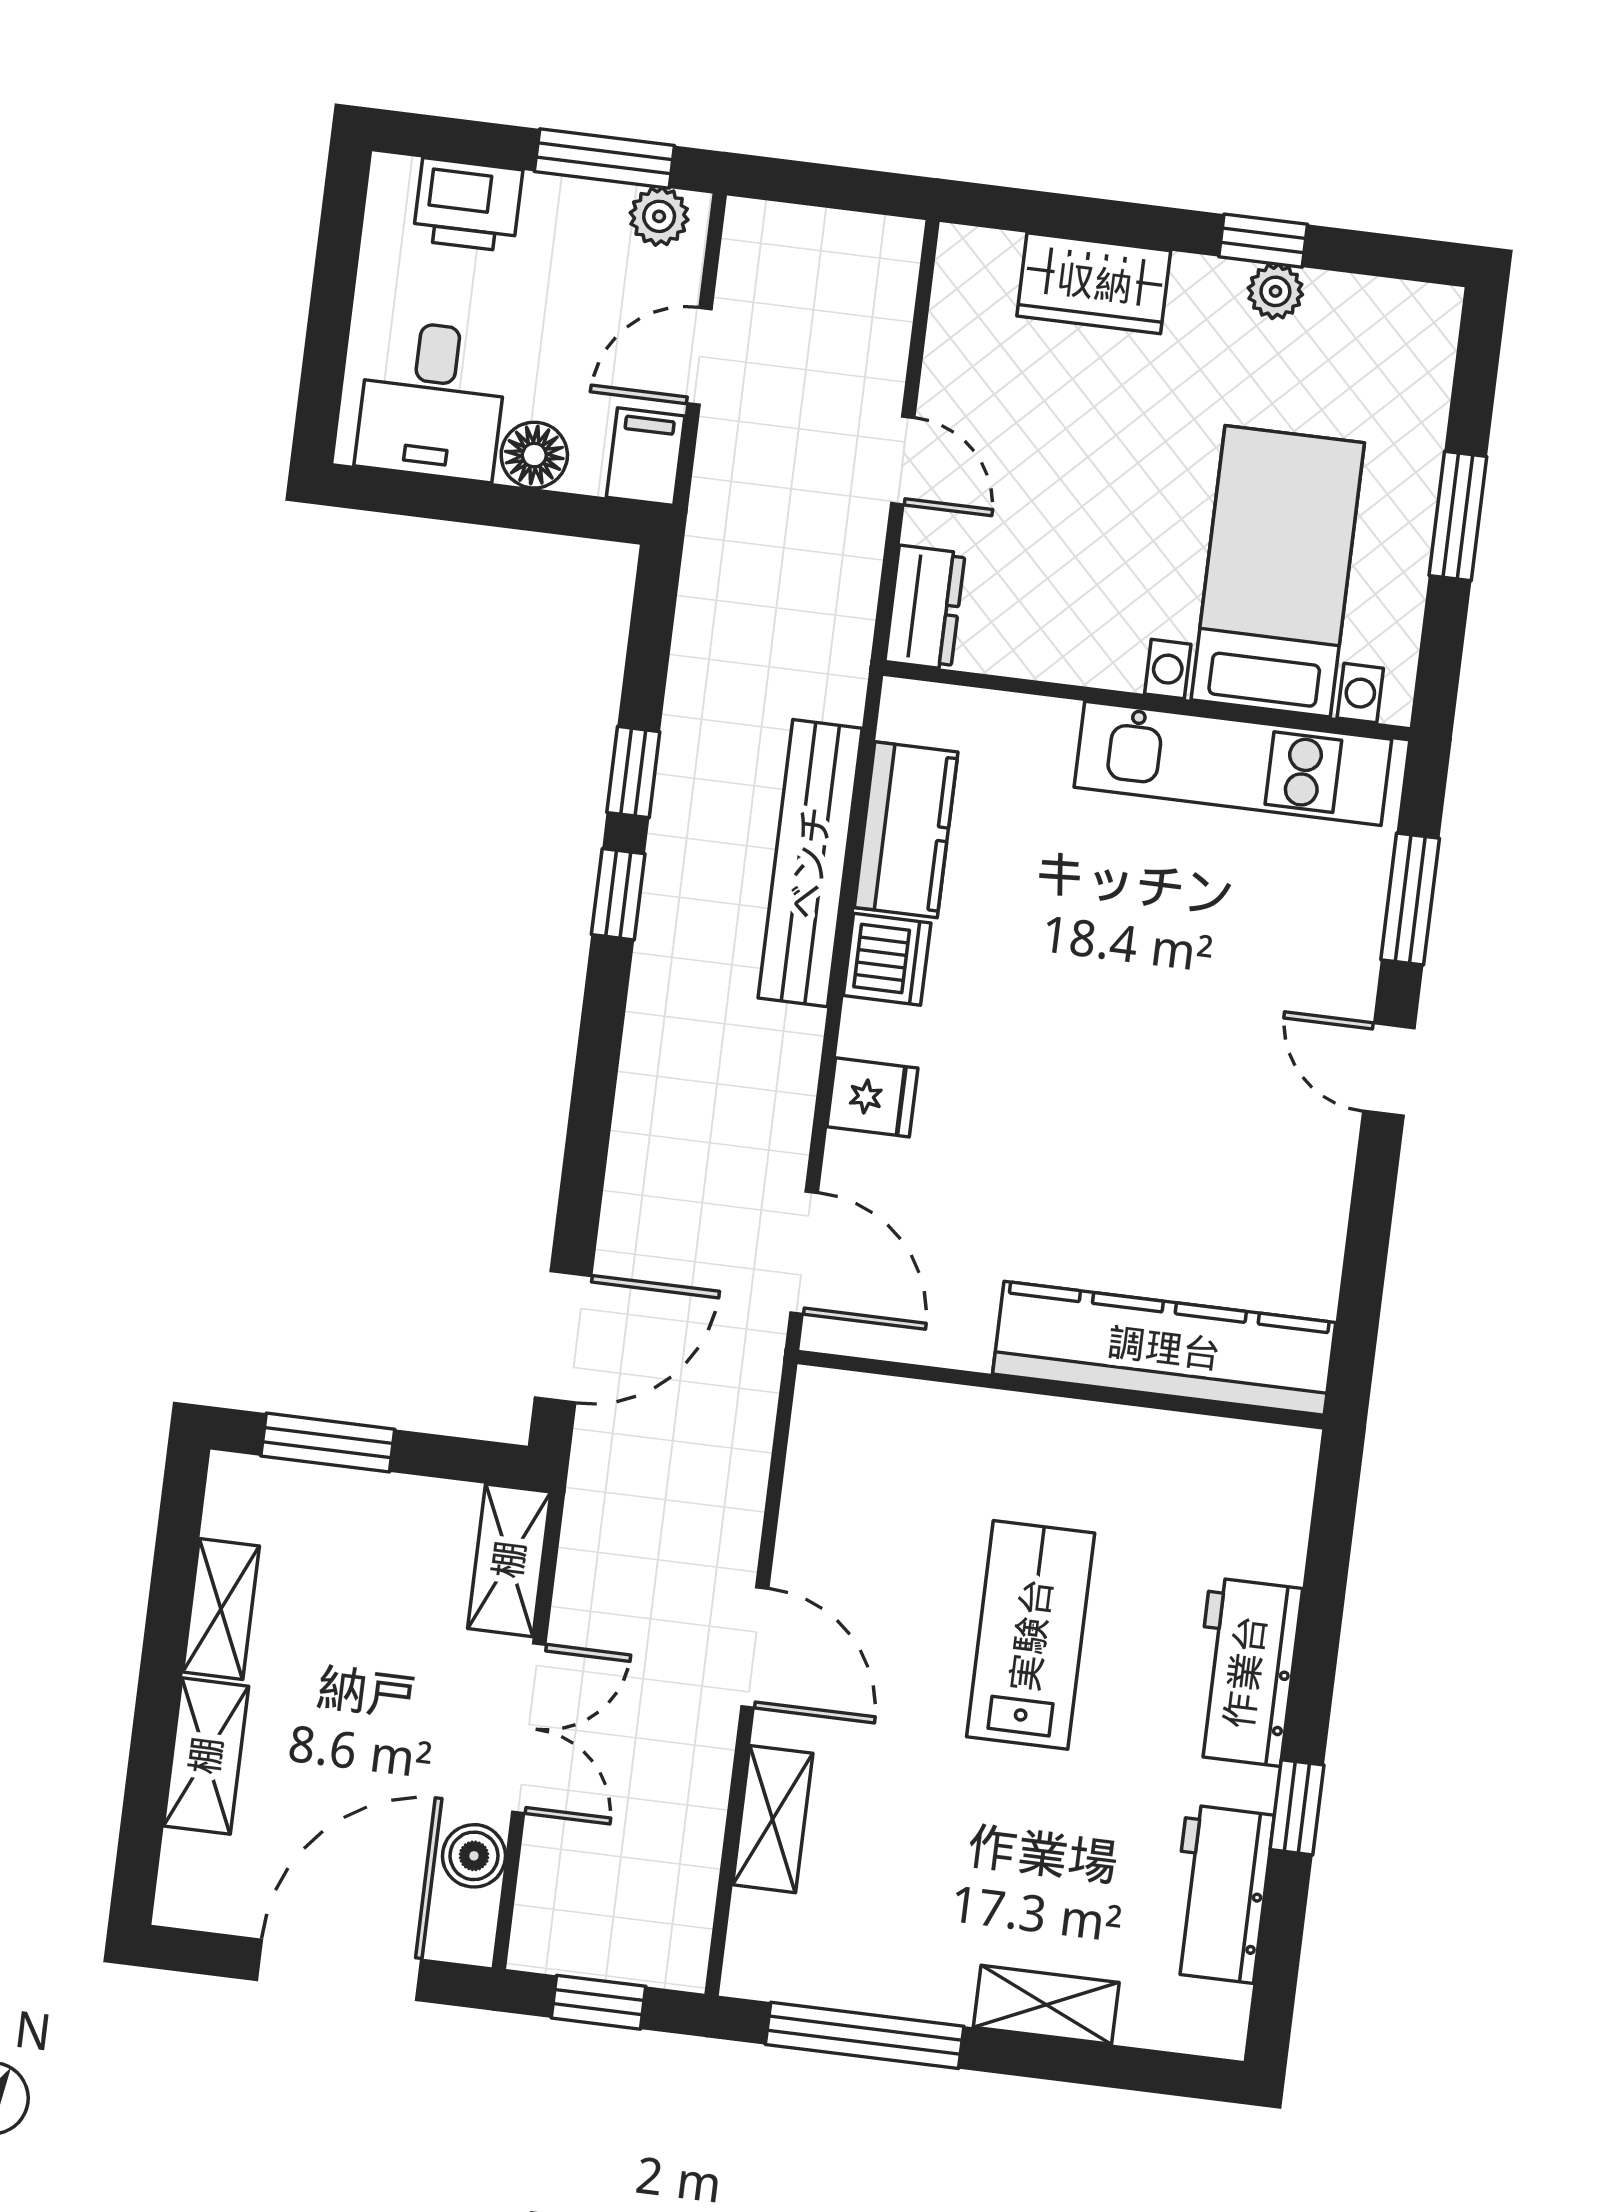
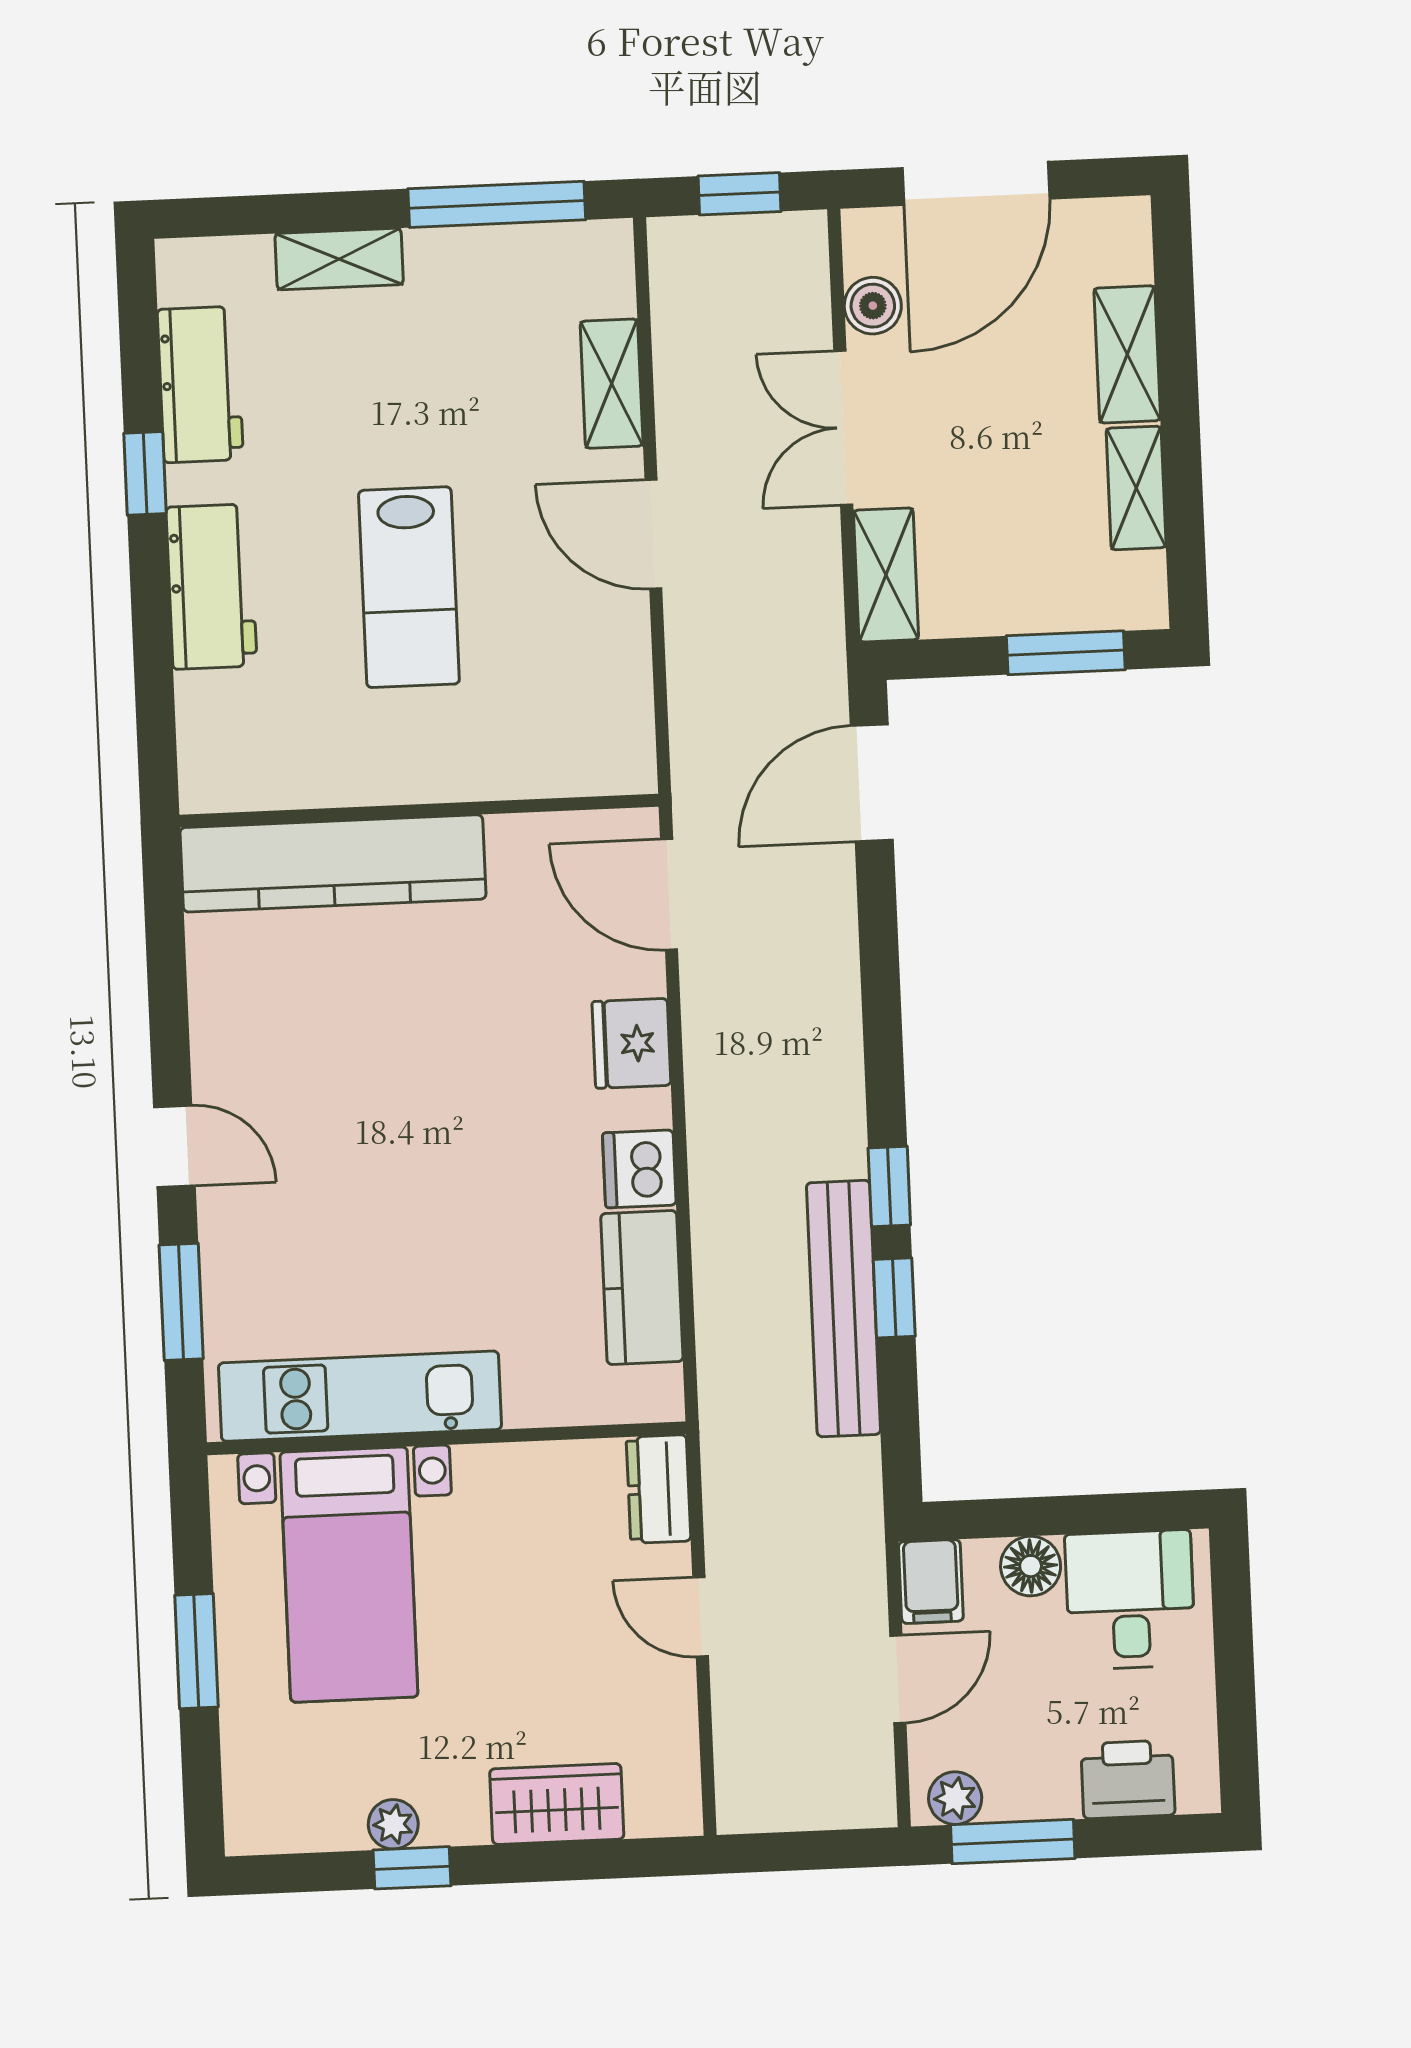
bench: (810, 863) -> (844, 1309), moved
fridge: (872, 1097) -> (632, 1043), width x1.38

